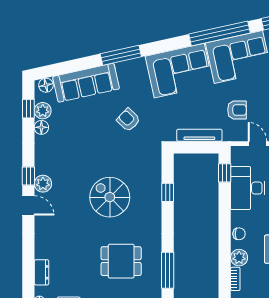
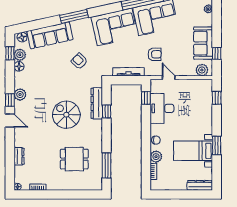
dresser: (154, 181) -> (97, 103), added
plant: (43, 184) -> (20, 95), moved
dresser: (41, 272) -> (19, 156), moved

